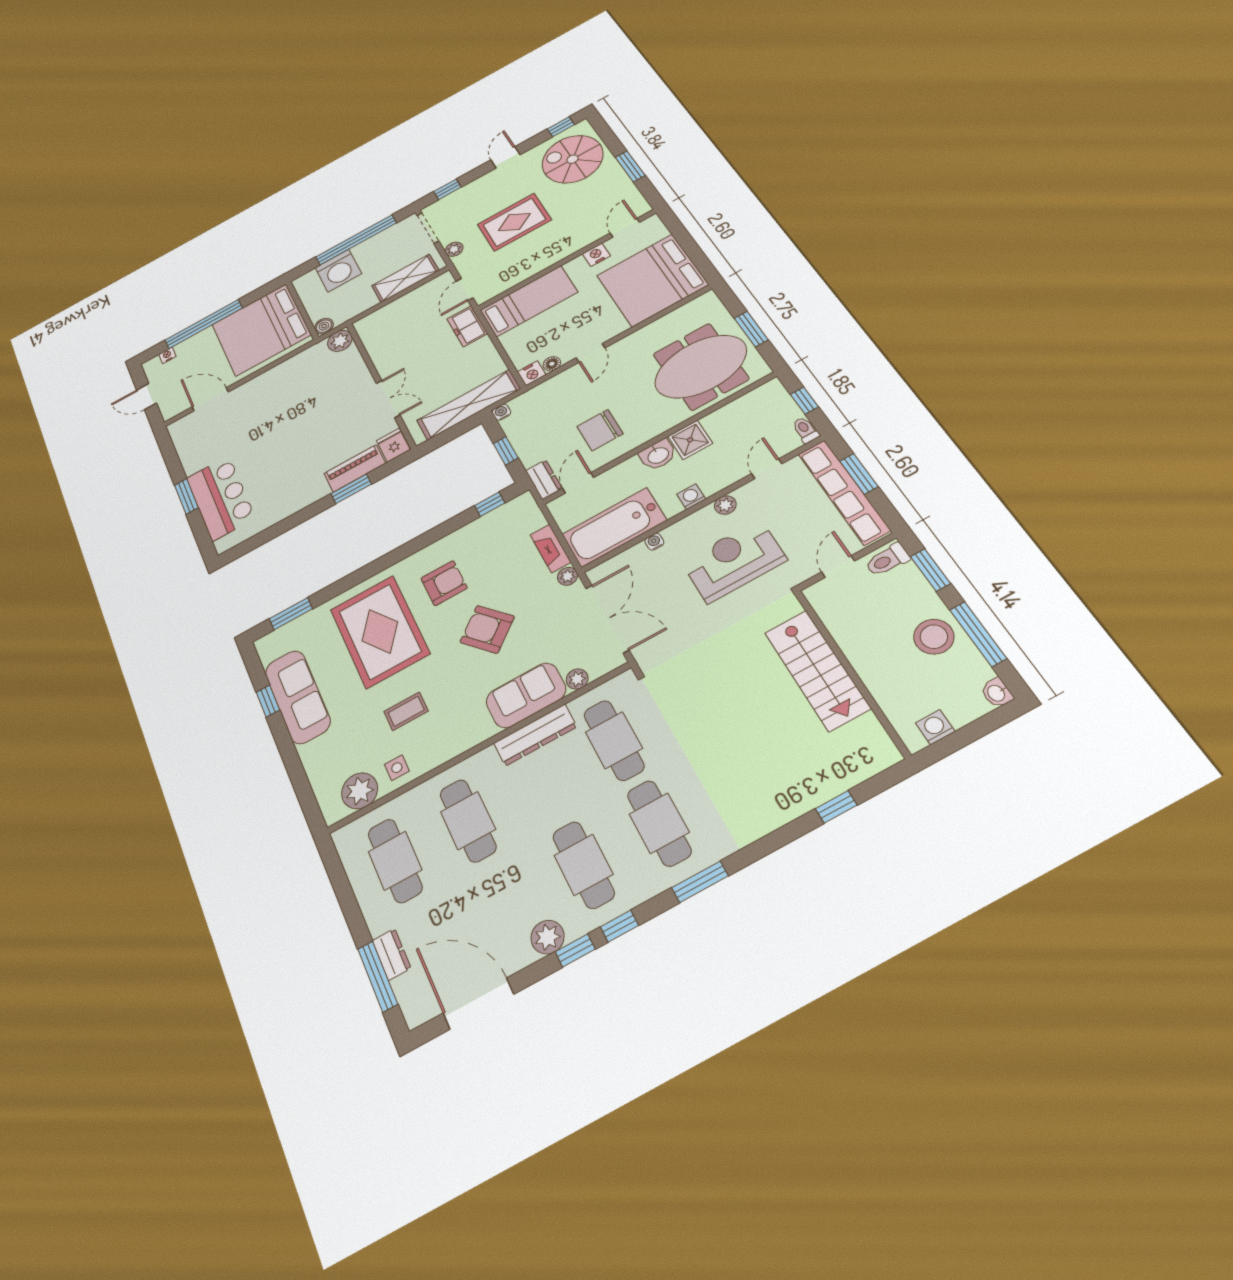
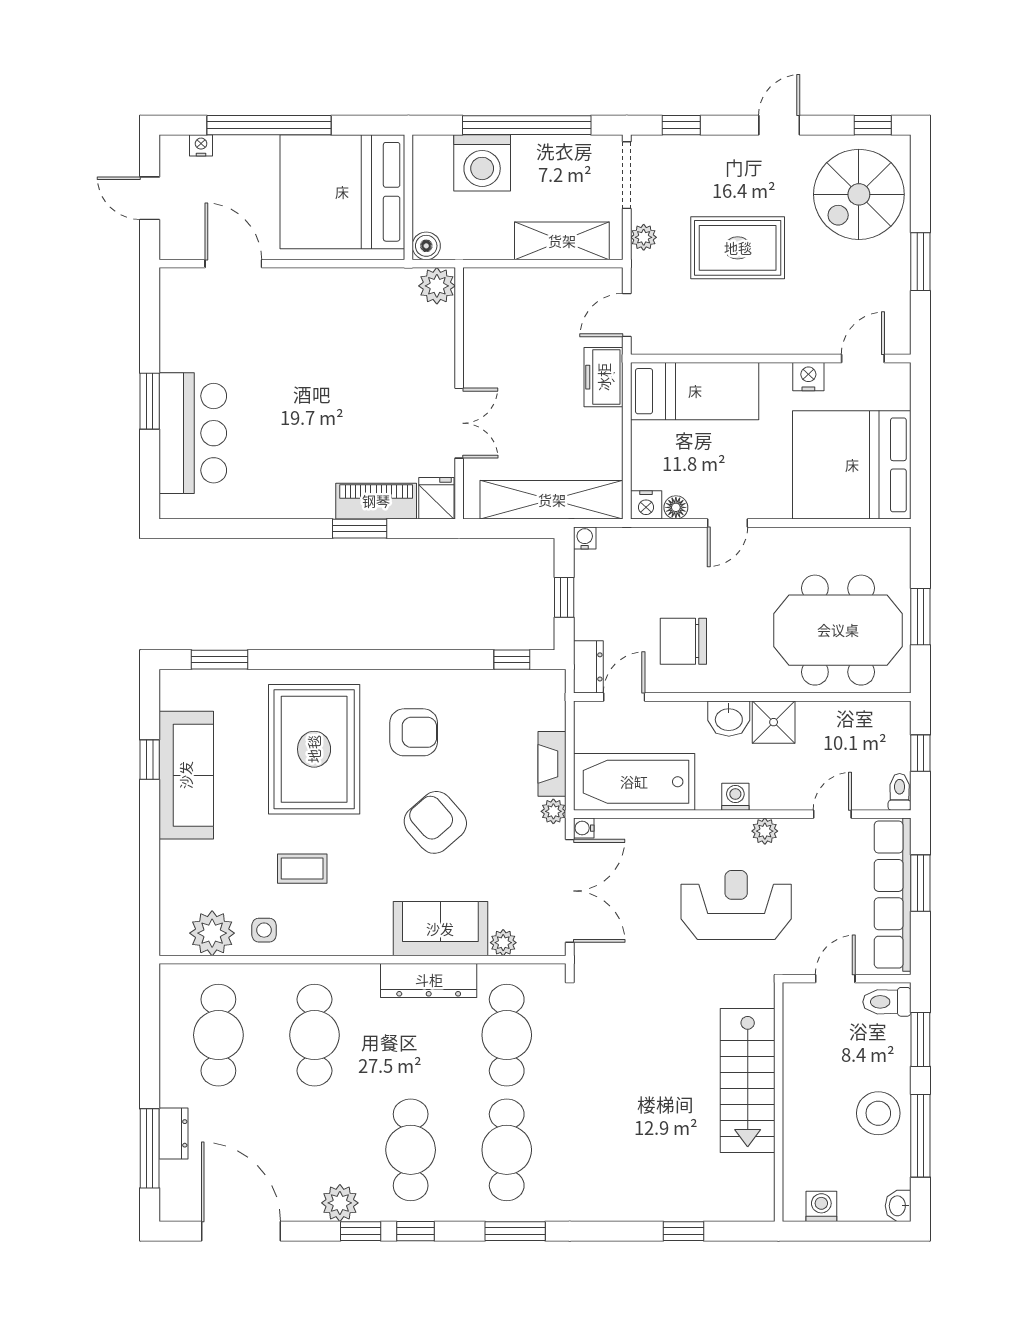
spiral stairs: (573, 159) -> (859, 194), turned -90
water cooler: (654, 542) -> (584, 828), moved, turned -90

